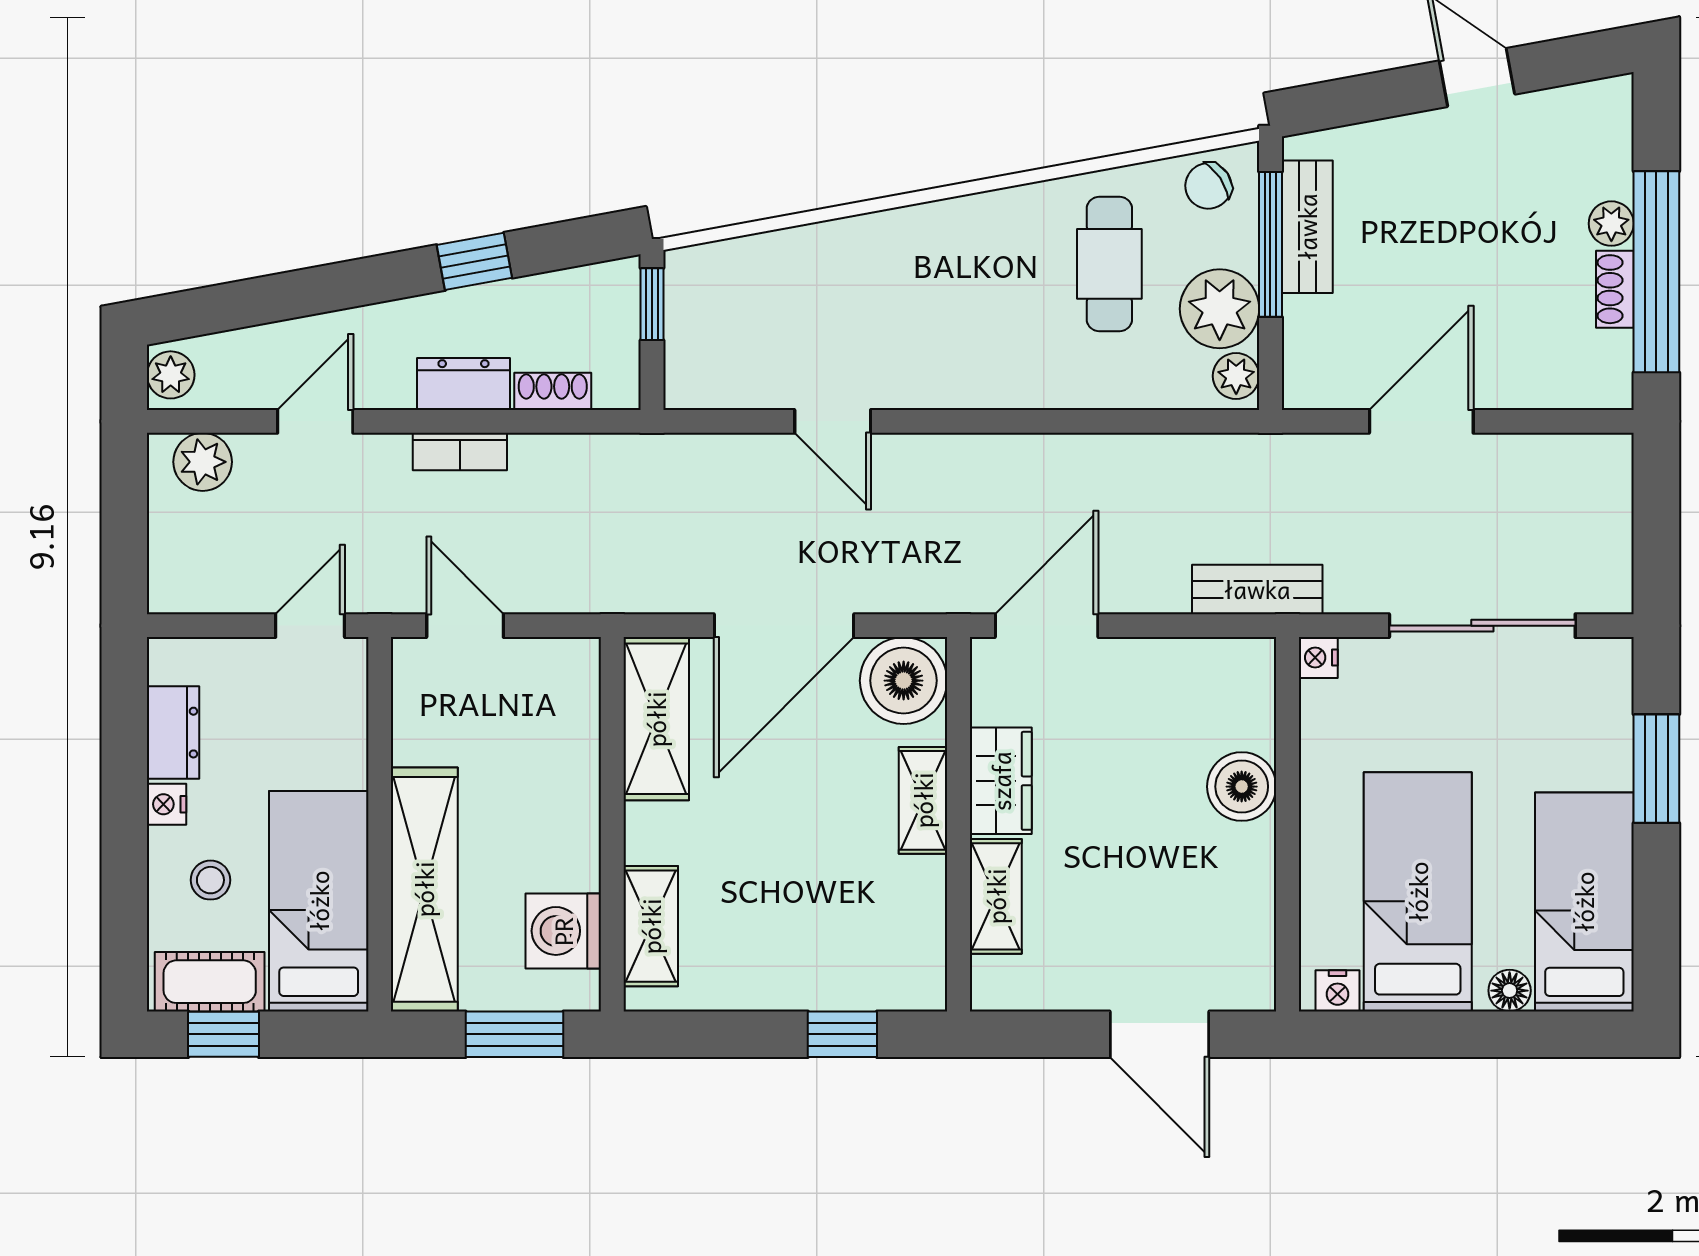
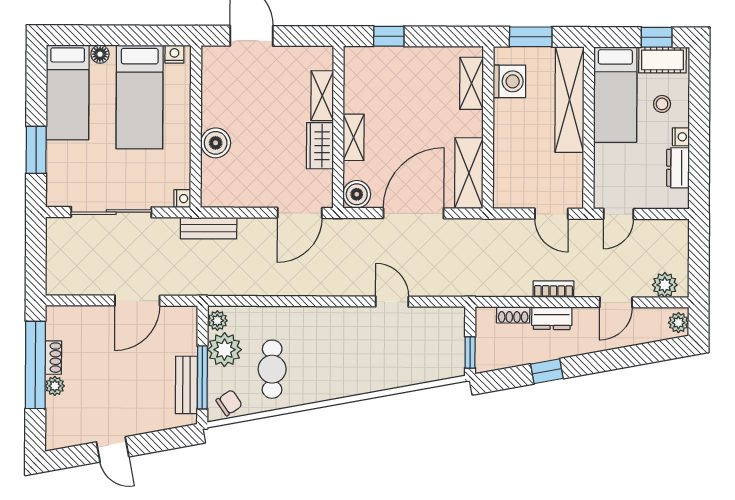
boiler: (904, 681) -> (357, 194), width x0.73, depth x0.73

